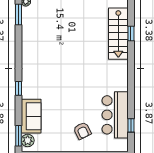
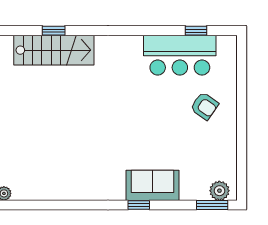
window: (18, 15) -> (24, 205), removed
sofa: (31, 116) -> (153, 185), moved
armchair: (82, 131) -> (204, 106), turned 61

